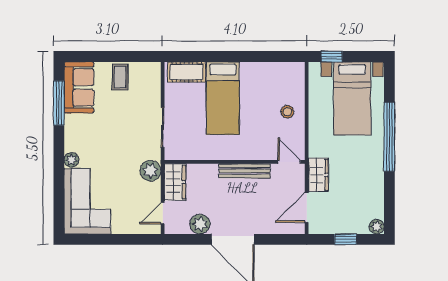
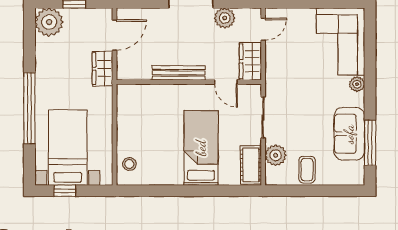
window: (332, 57) -> (65, 191), moved
cot: (186, 72) -> (251, 165), moved, turned 90
sofa: (79, 87) -> (349, 134), moved
stool: (287, 112) -> (129, 164), moved
door: (289, 162) -> (226, 82), moved
plant: (150, 171) -> (276, 155), moved
plant: (377, 227) -> (49, 22), width x1.87, depth x1.87

